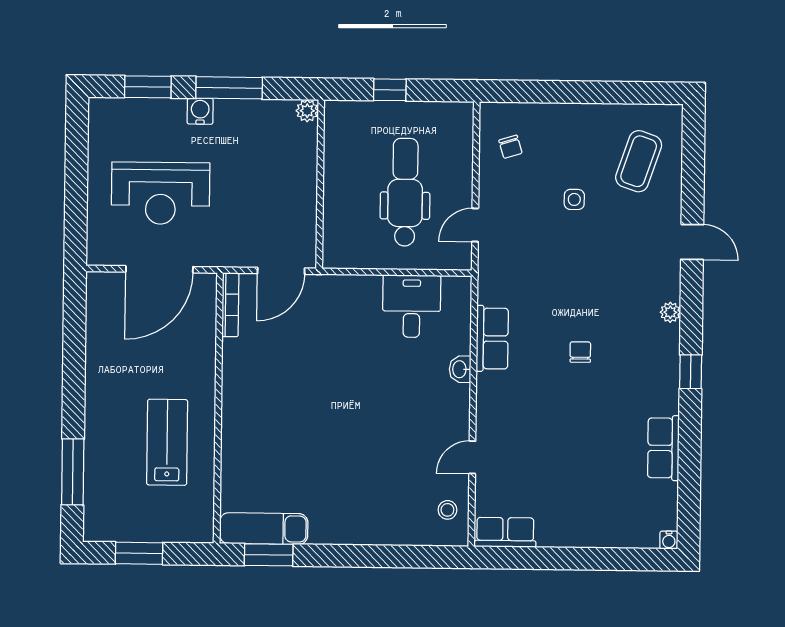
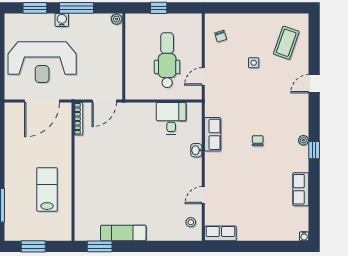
reception desk: (161, 193) -> (42, 62), width x1.36, depth x1.30
door: (692, 242) -> (314, 84), swing flipped
plant: (670, 312) -> (303, 140), moved
exam couch: (264, 529) -> (123, 233), moved

